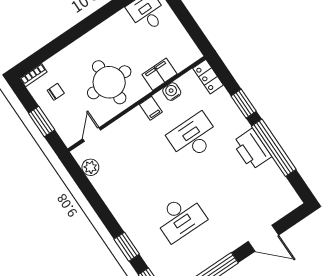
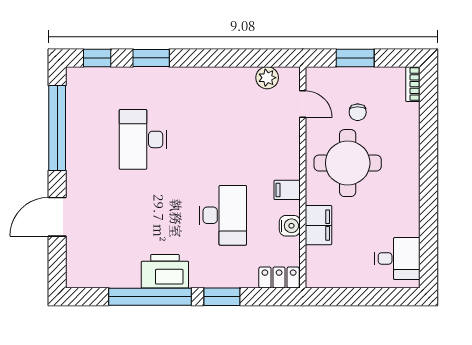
chair: (56, 92) -> (358, 112), moved

